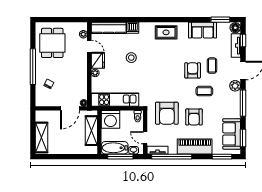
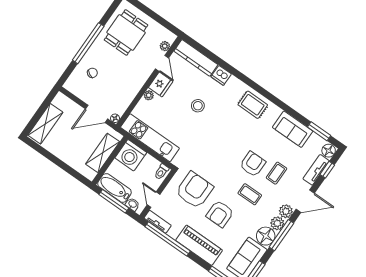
plant: (235, 97) -> (277, 223), added
floor lamp: (233, 111) -> (266, 236), added
armchair: (167, 113) -> (194, 190), turned 180

